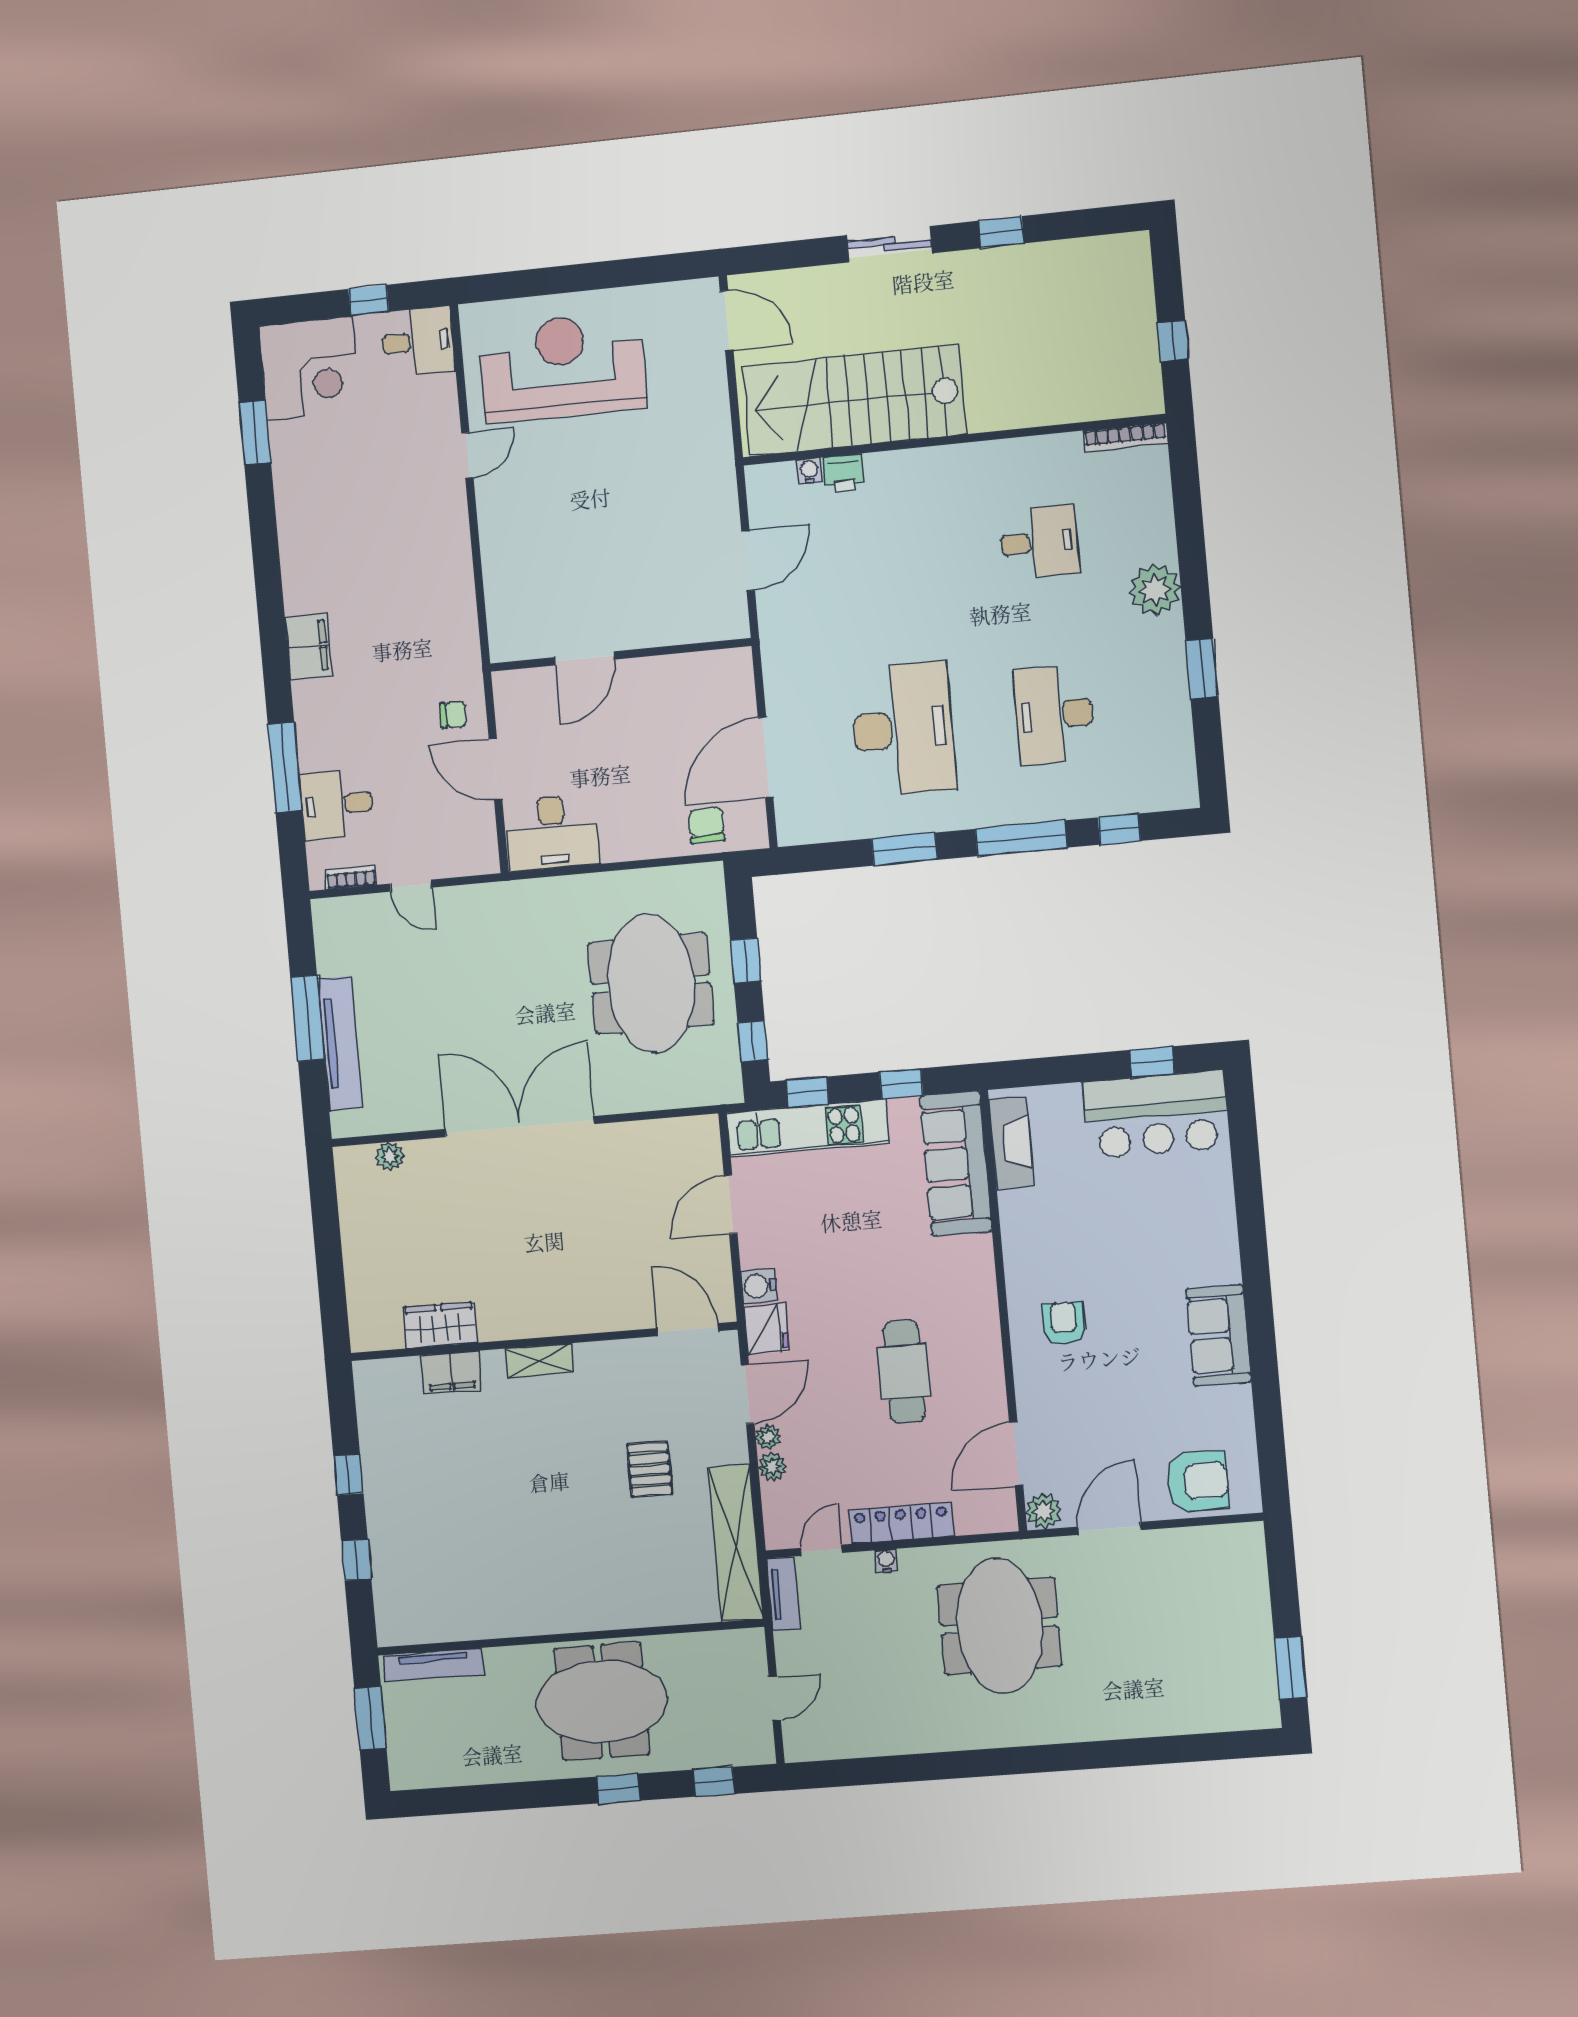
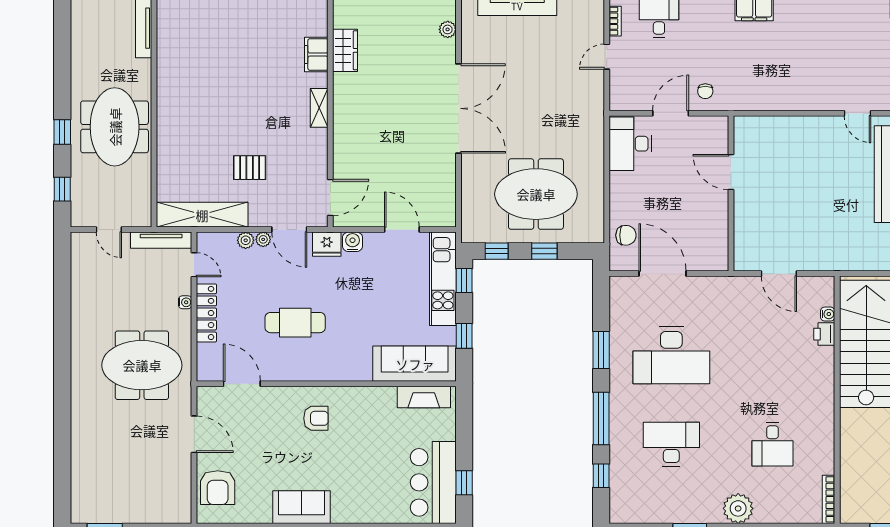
plant: (1044, 1511) -> (207, 397), removed
tv unit: (784, 1594) -> (161, 240), width x1.41

